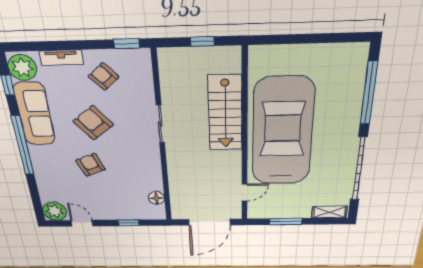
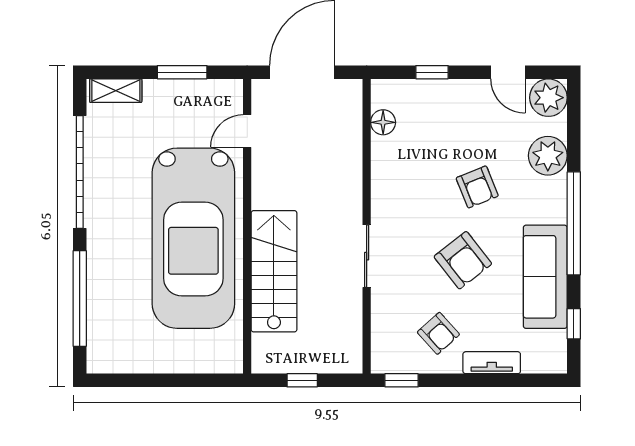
plant: (22, 68) -> (548, 156), moved

